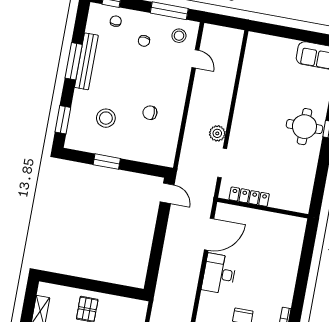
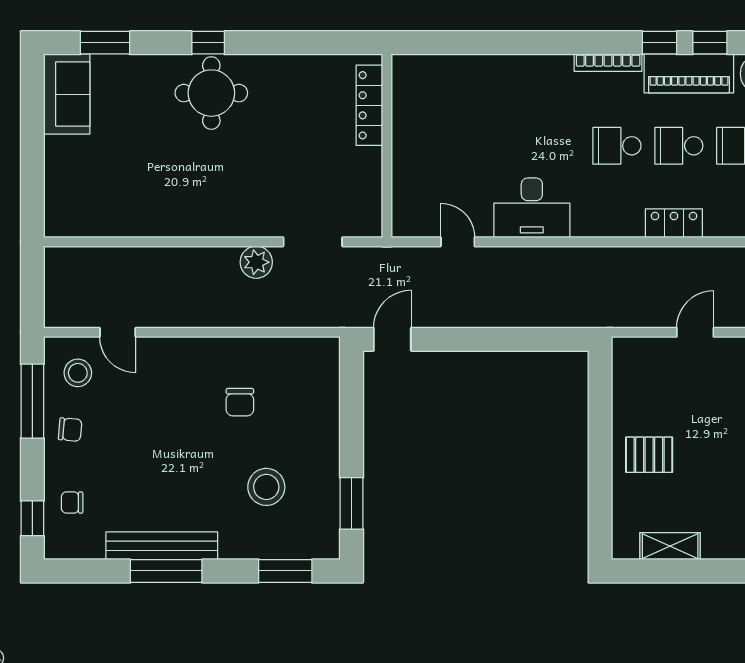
chair: (144, 41) -> (70, 430), moved
door: (195, 59) -> (118, 332), swing flipped
window: (107, 162) -> (352, 503), moved
locker: (249, 197) -> (369, 105), moved
door: (209, 234) -> (458, 242), width x0.53

